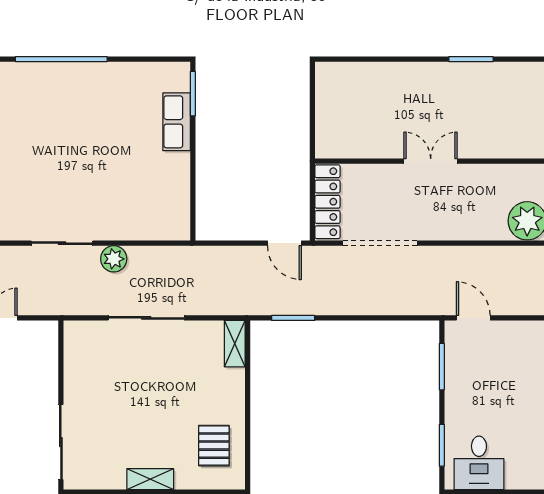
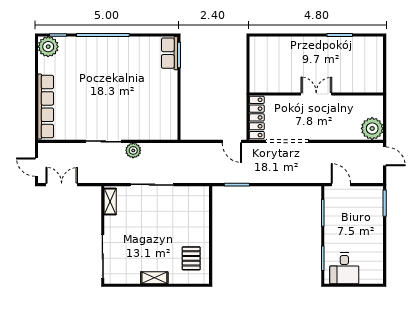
row of seats: (177, 122) -> (170, 53), moved
shelving: (235, 344) -> (110, 202), moved

